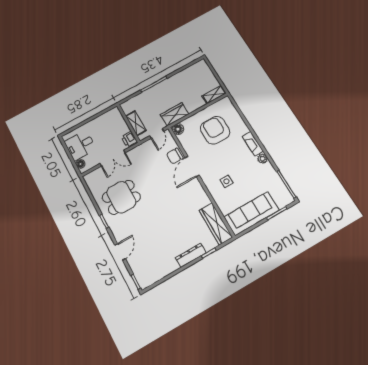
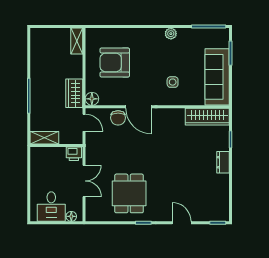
shelving: (136, 123) -> (44, 138), moved
fireplace: (253, 144) -> (150, 34), removed
dresser: (191, 255) -> (223, 162), width x0.70

